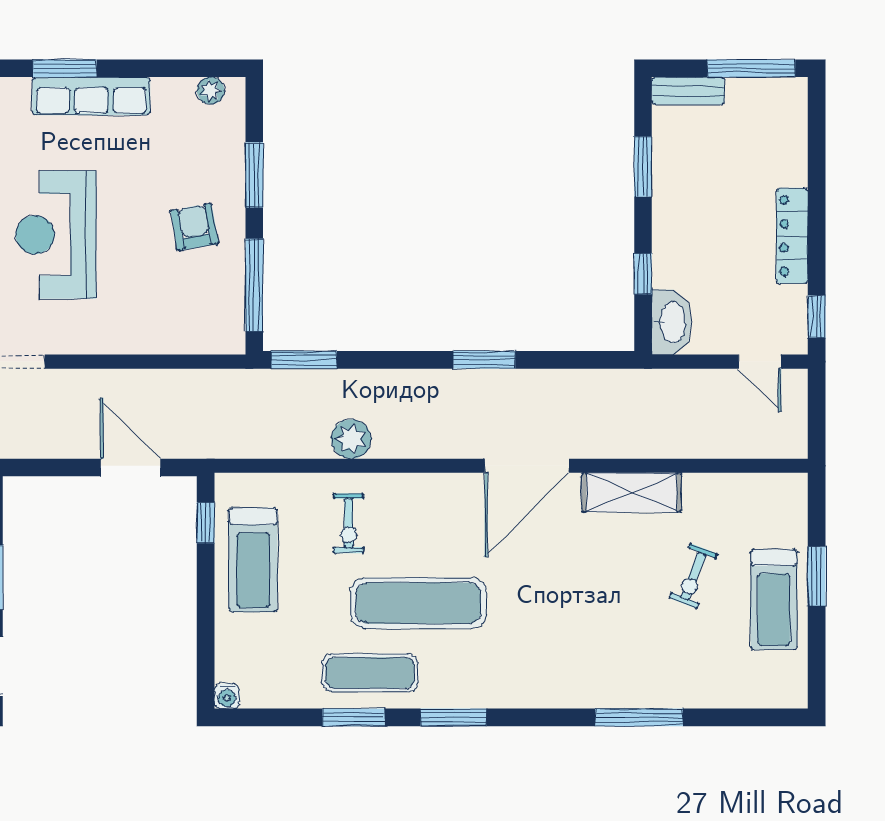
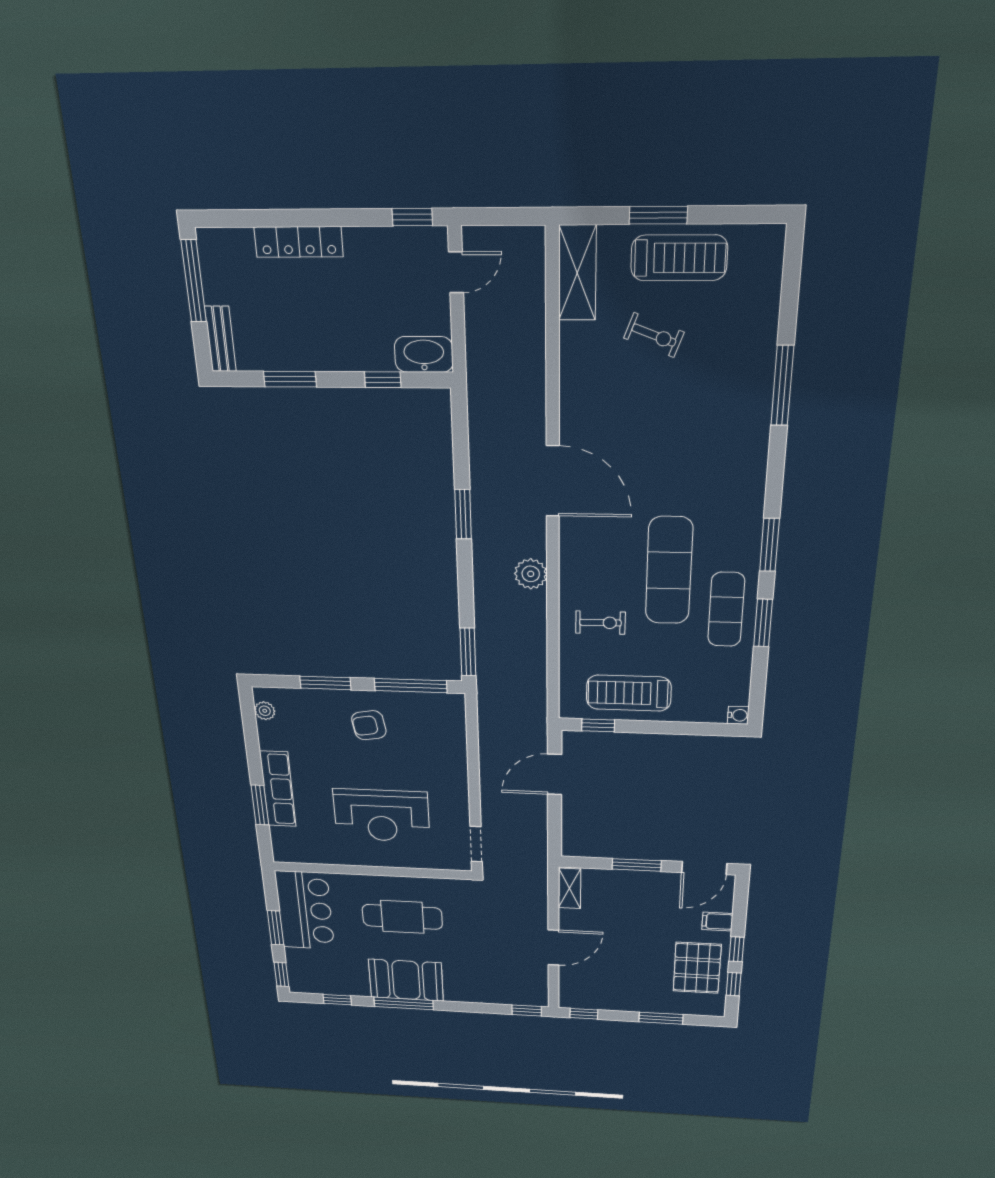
locker: (792, 236) -> (299, 242), moved
plant: (351, 439) -> (531, 574), moved
shelving: (632, 492) -> (577, 273), moved
treadmill: (253, 560) -> (629, 693), turned 180

